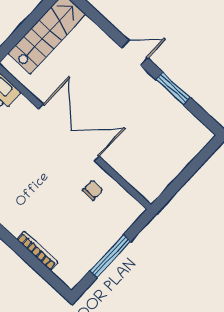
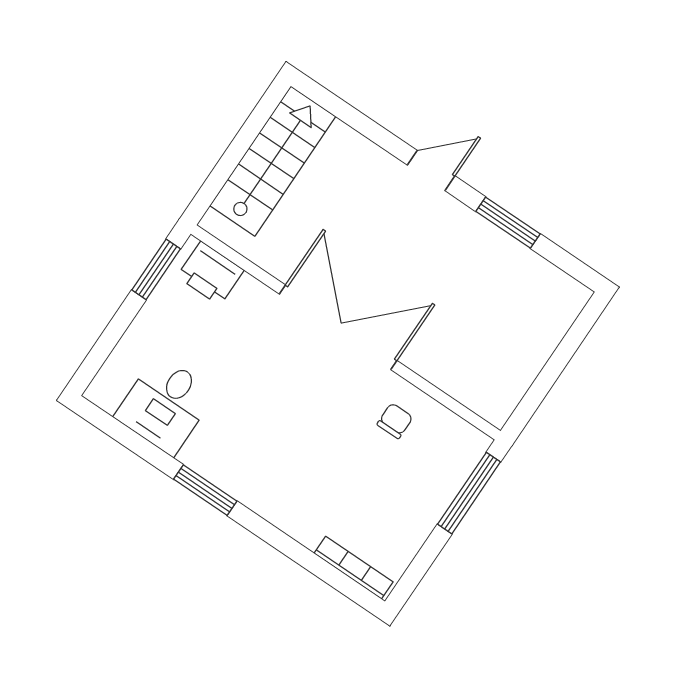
bookcase: (37, 251) -> (354, 568), moved
window: (110, 256) -> (469, 493), moved

